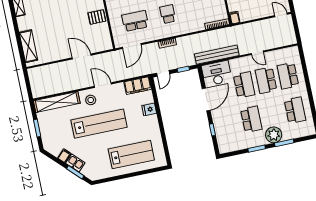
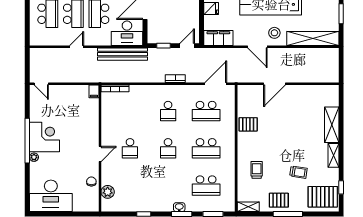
shelving: (28, 46) -> (332, 125), moved
door: (257, 53) -> (77, 47), hinge flipped
door: (82, 57) -> (275, 84), hinge flipped

